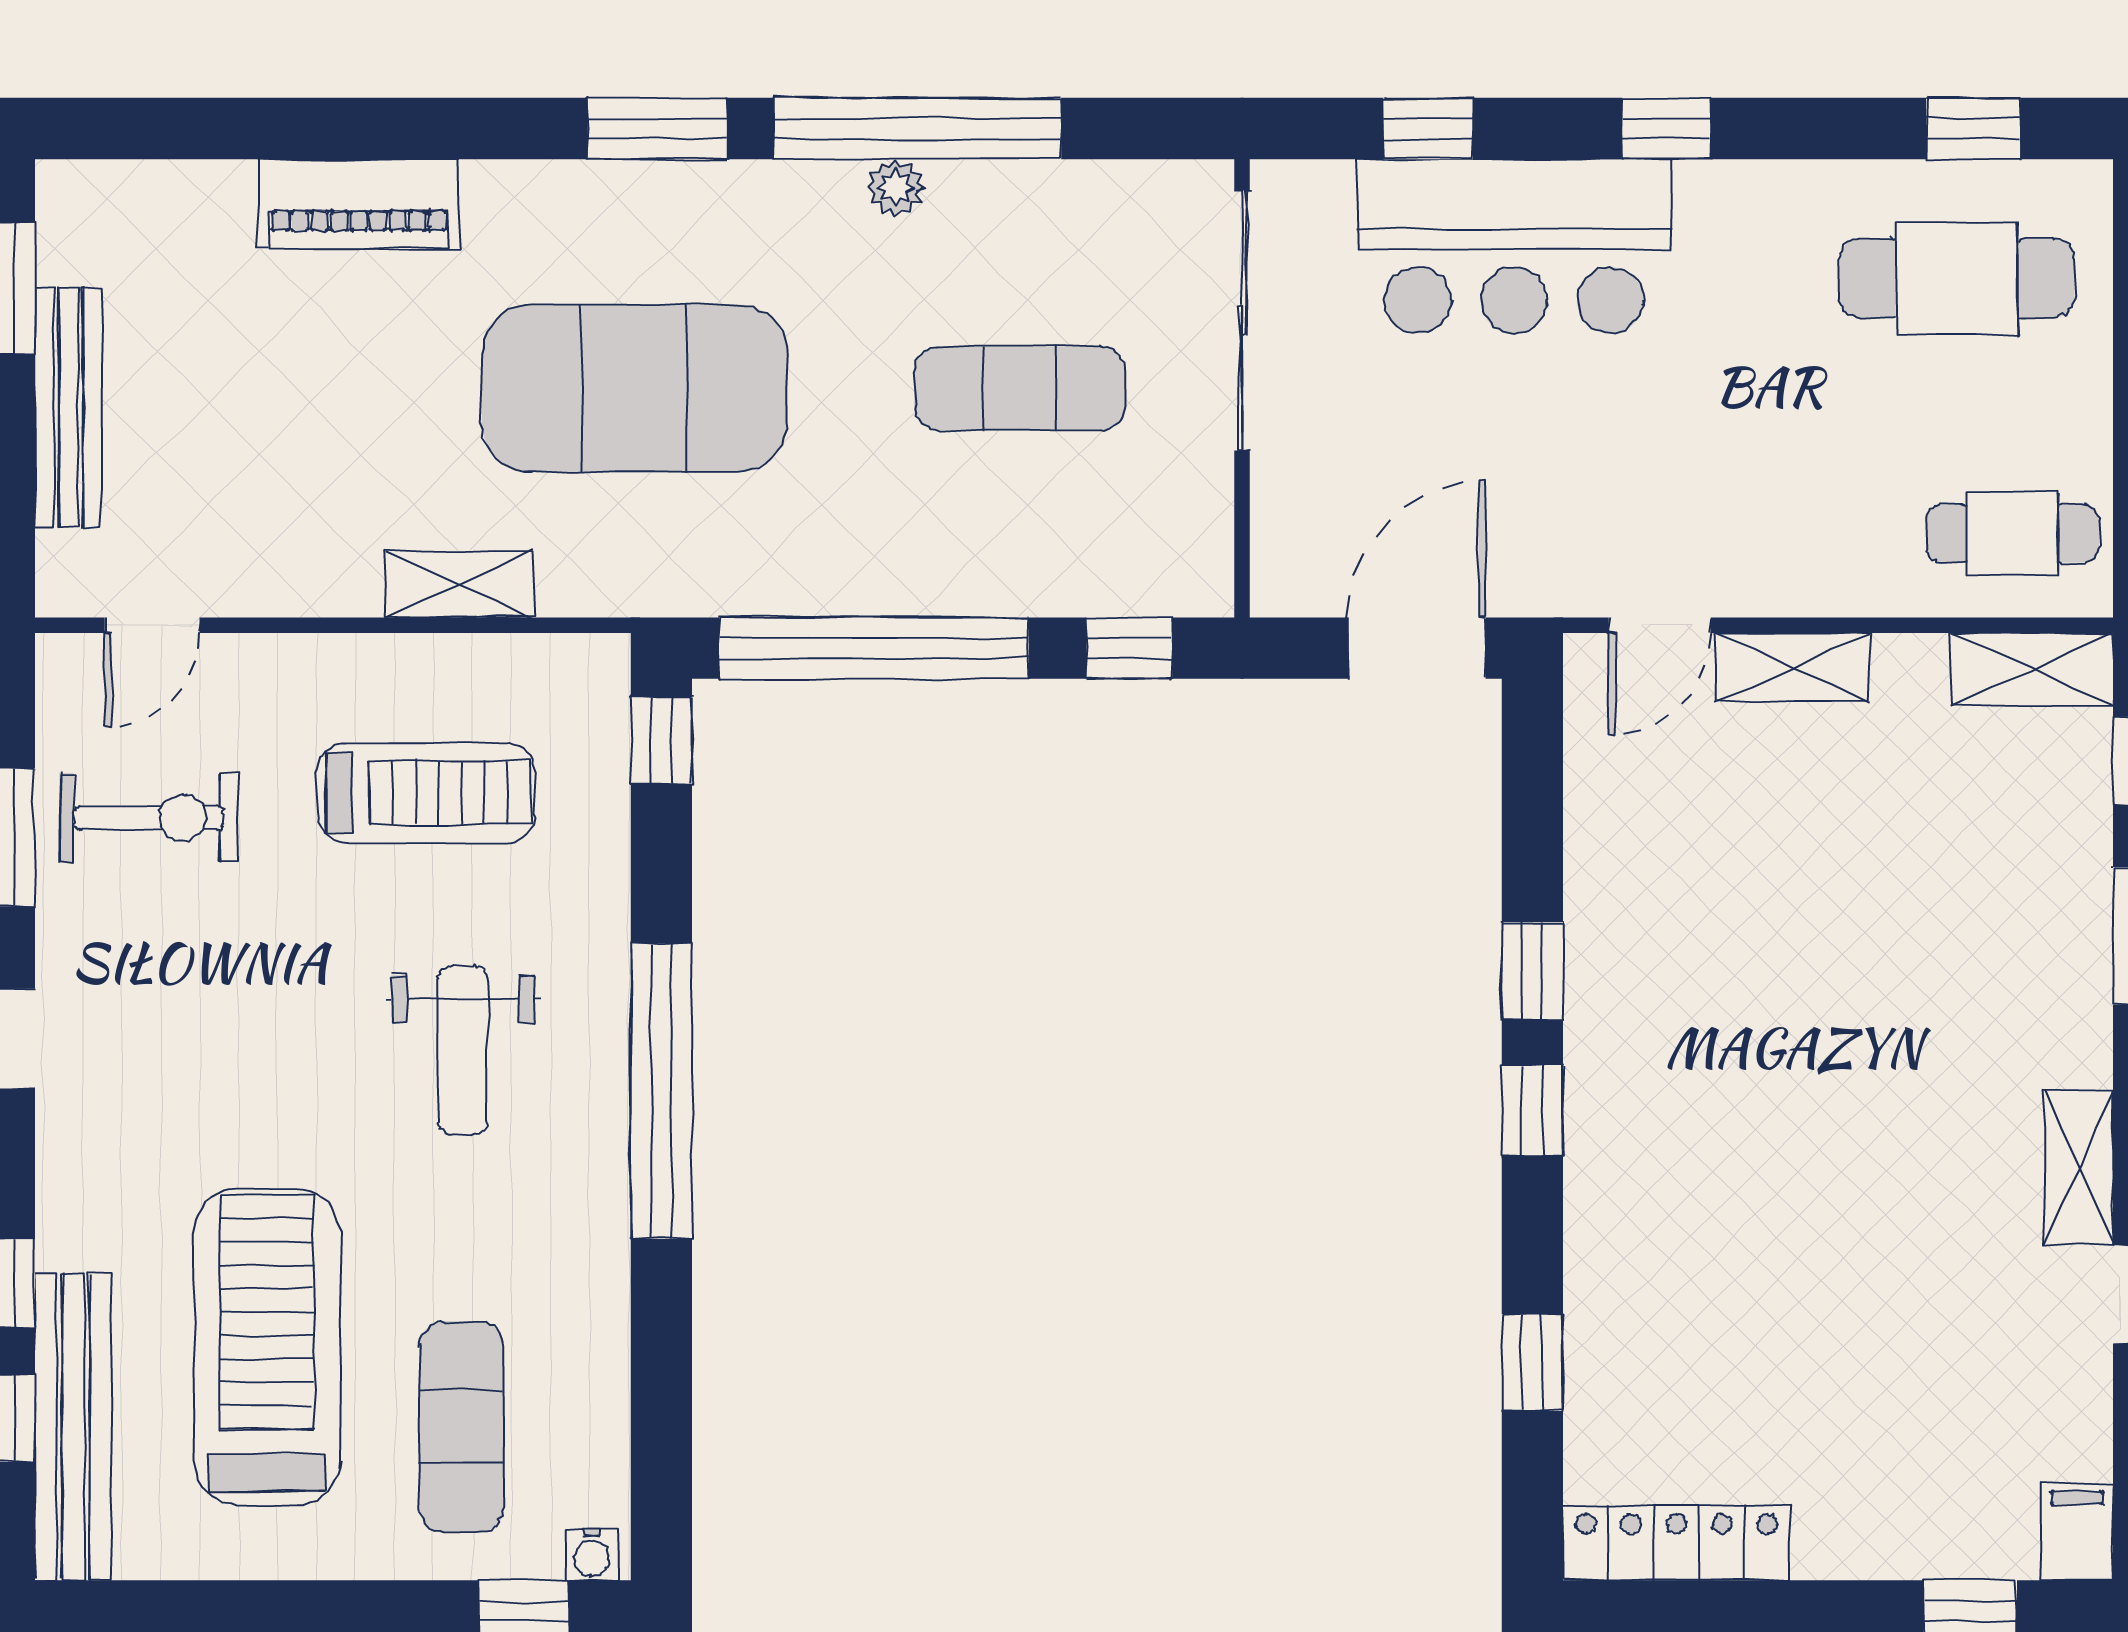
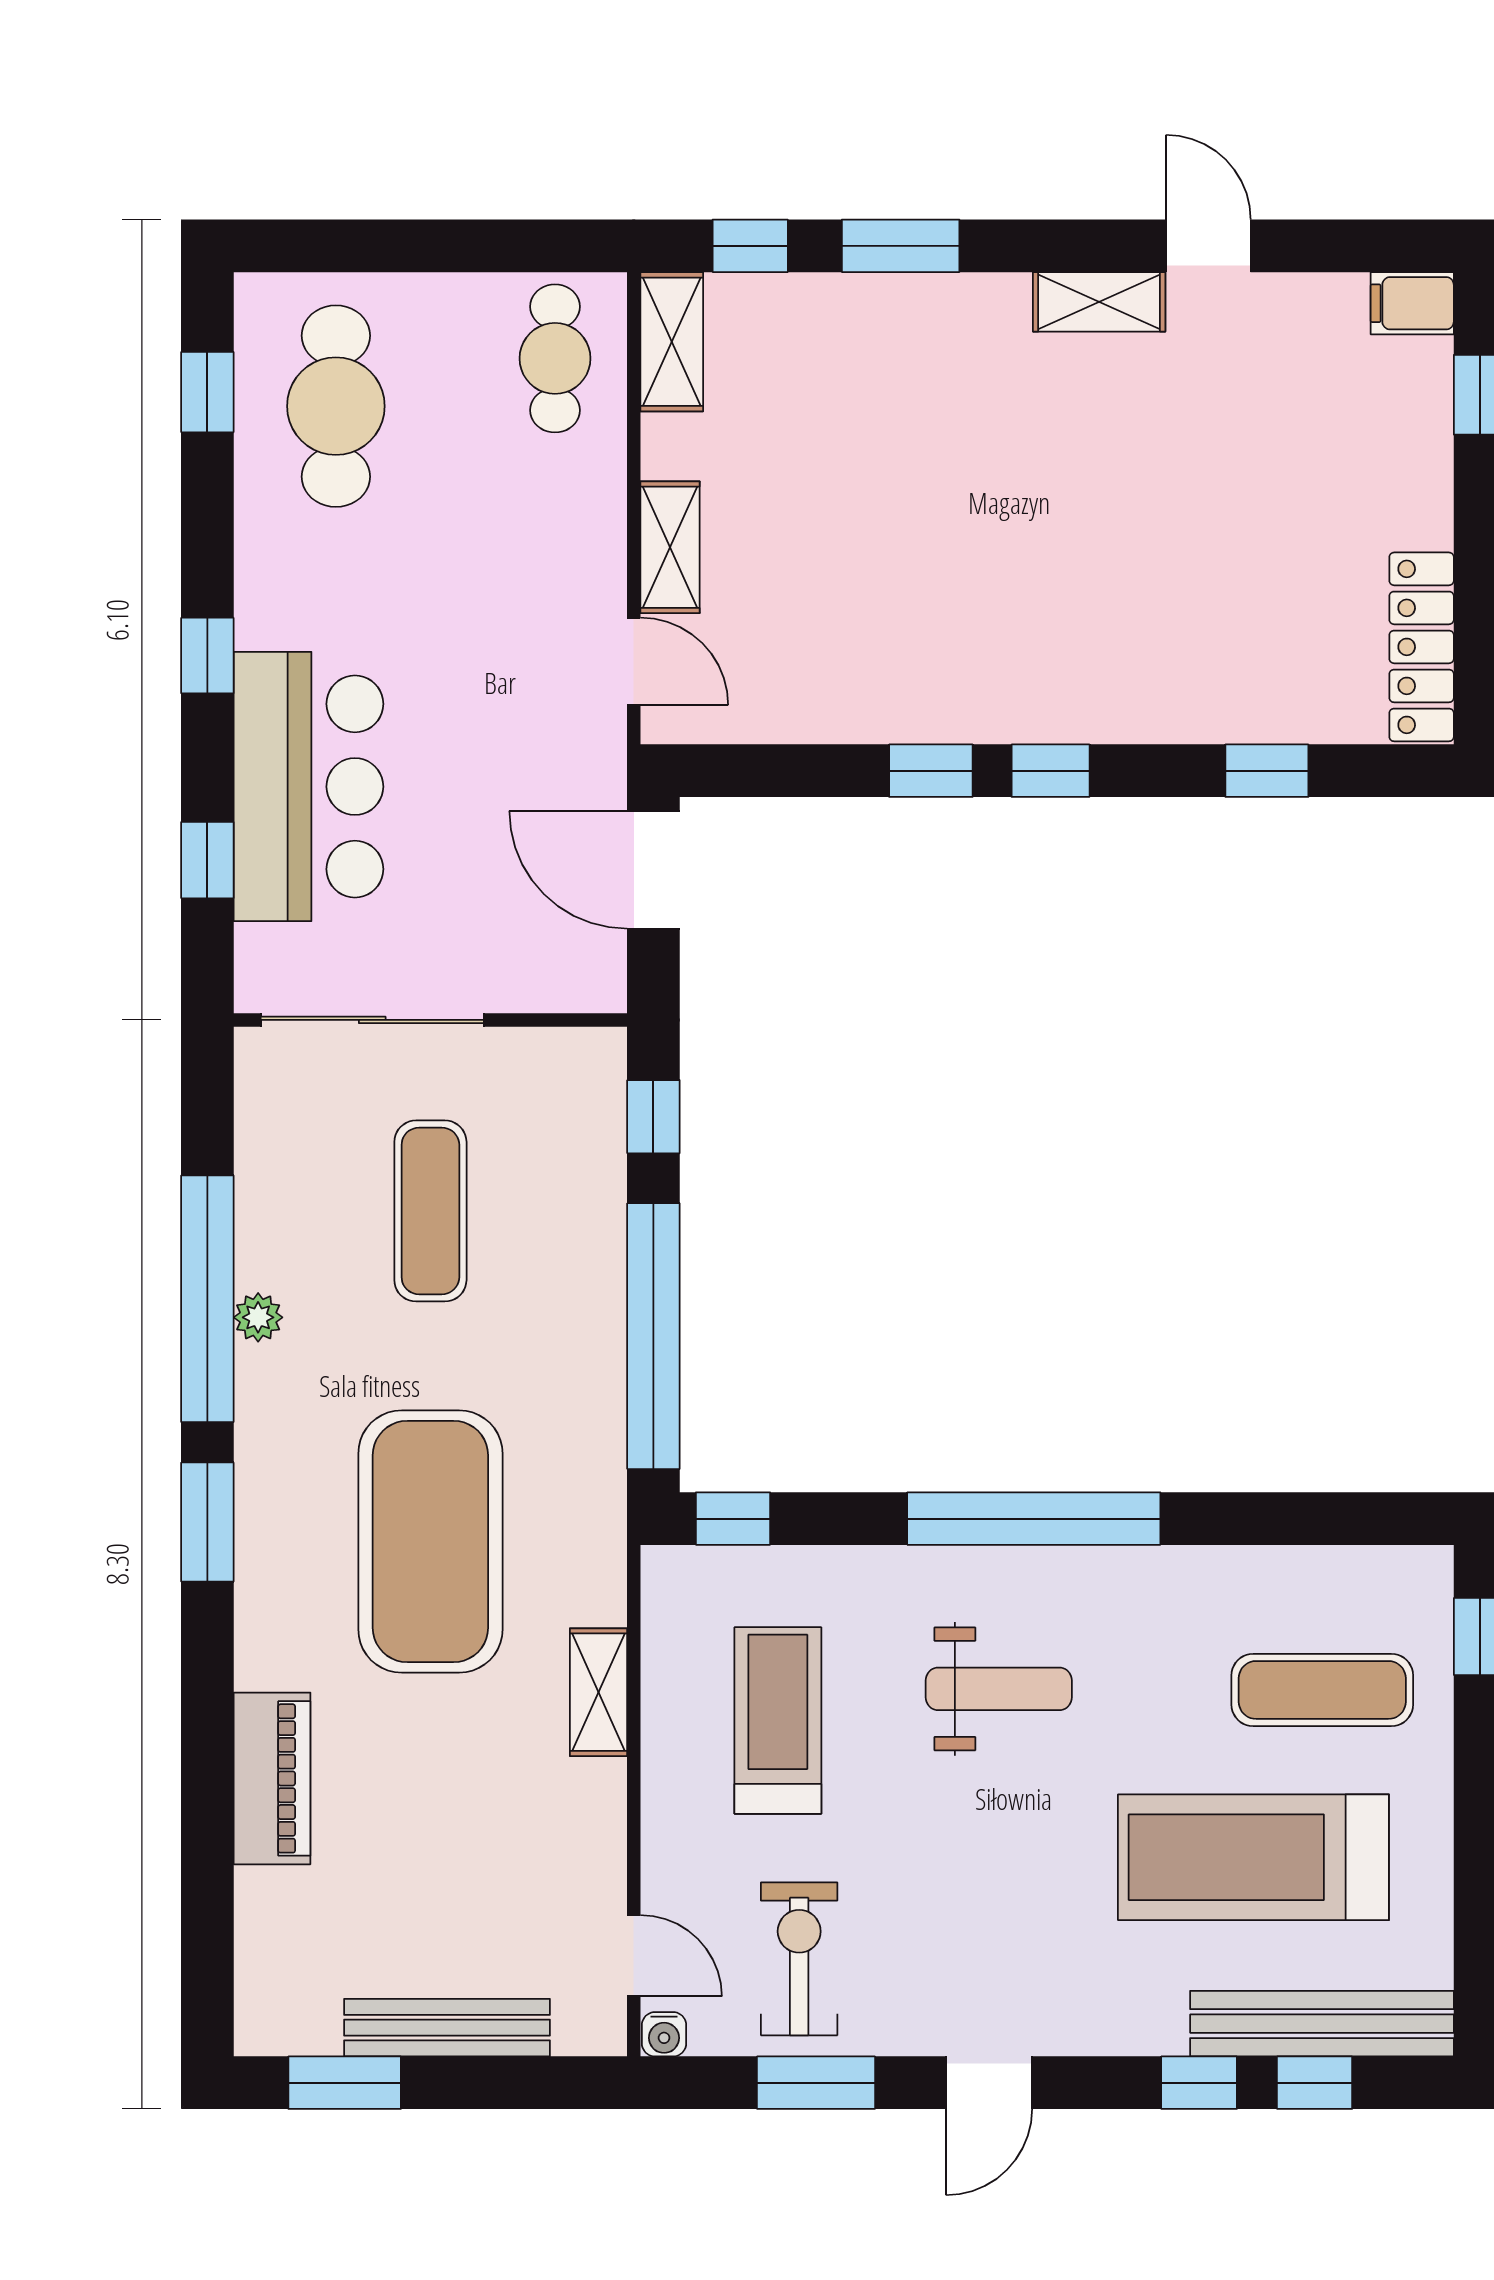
water cooler: (592, 1554) -> (664, 2034), moved, turned 90

